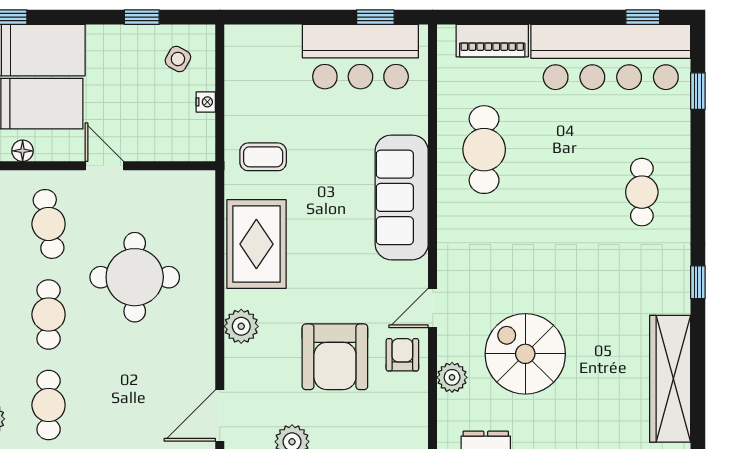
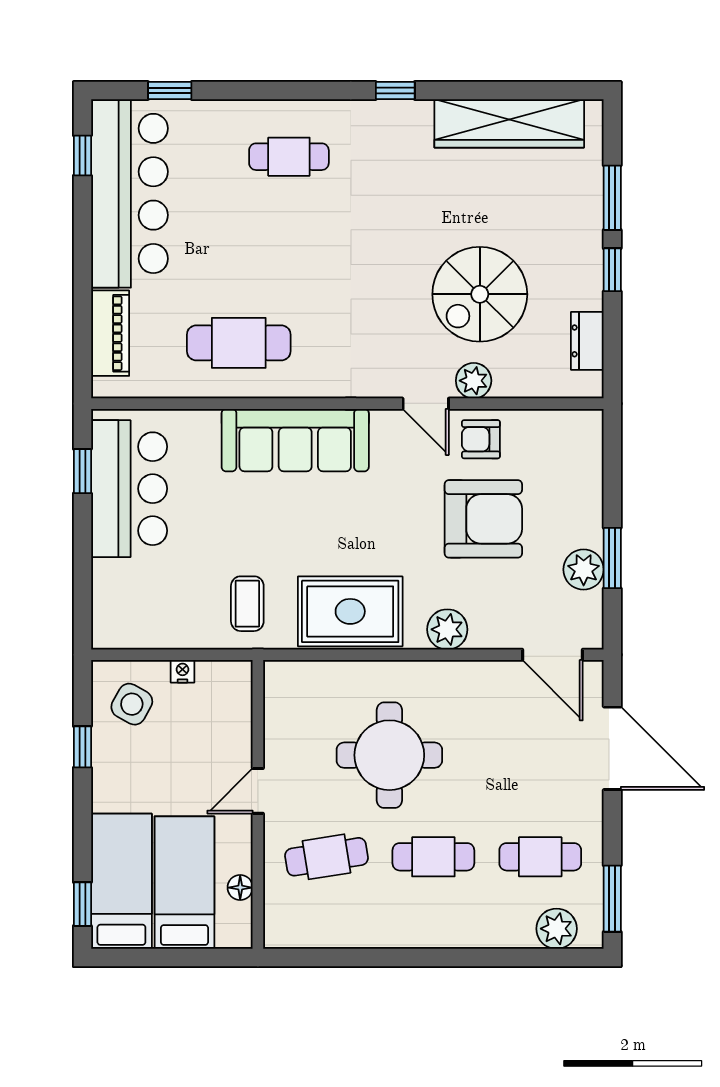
side table: (178, 59) -> (132, 704), width x1.37, depth x1.37
plant: (452, 377) -> (474, 381), moved

